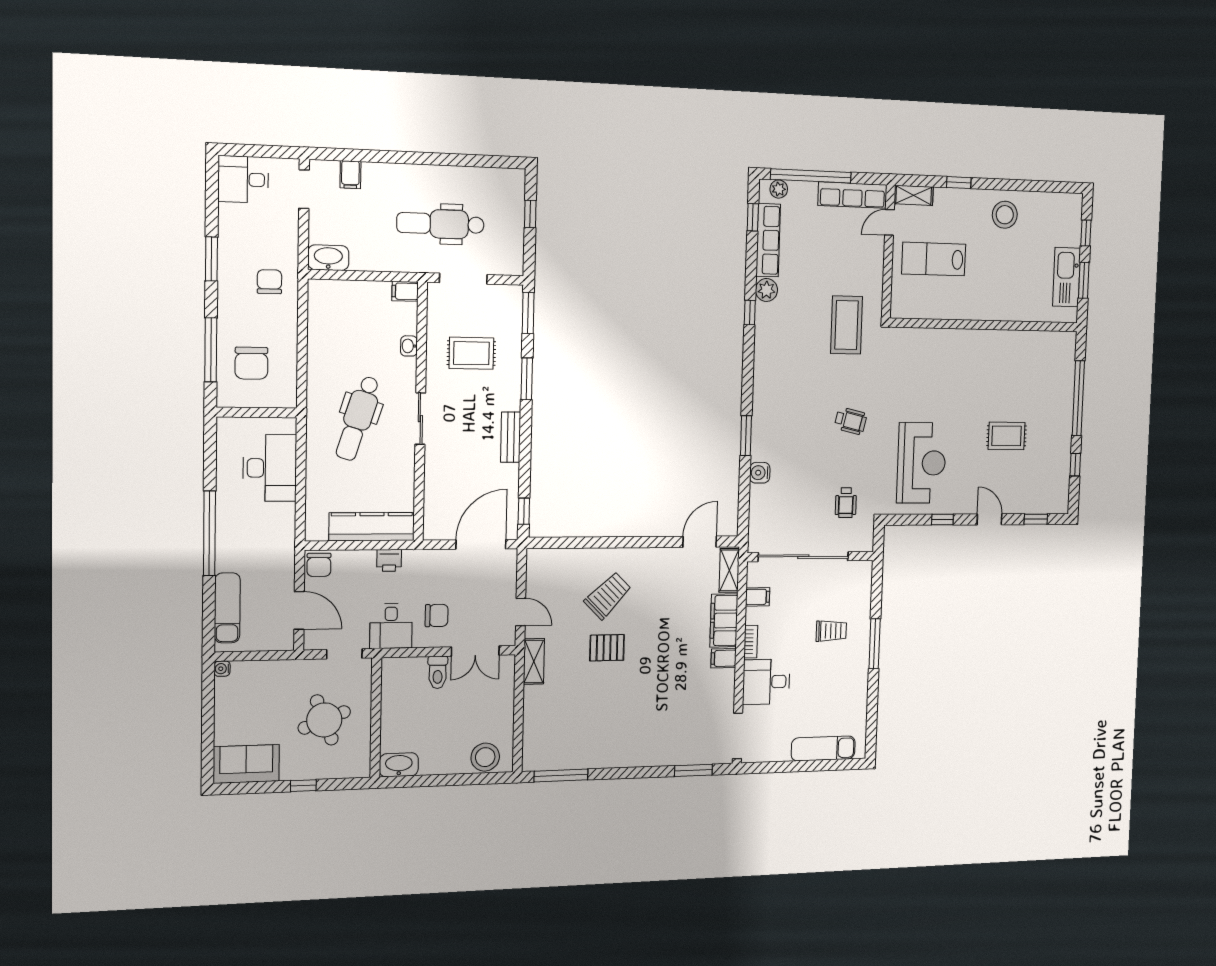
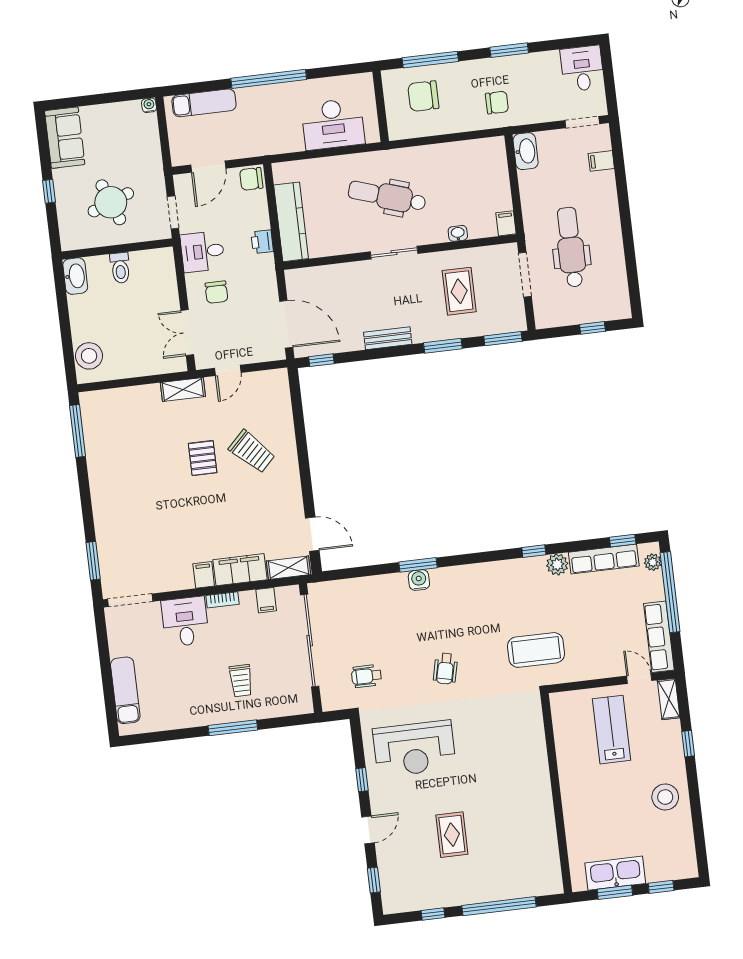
water cooler: (760, 473) -> (419, 580), moved
toilet: (438, 672) -> (120, 268), moved, turned -90

